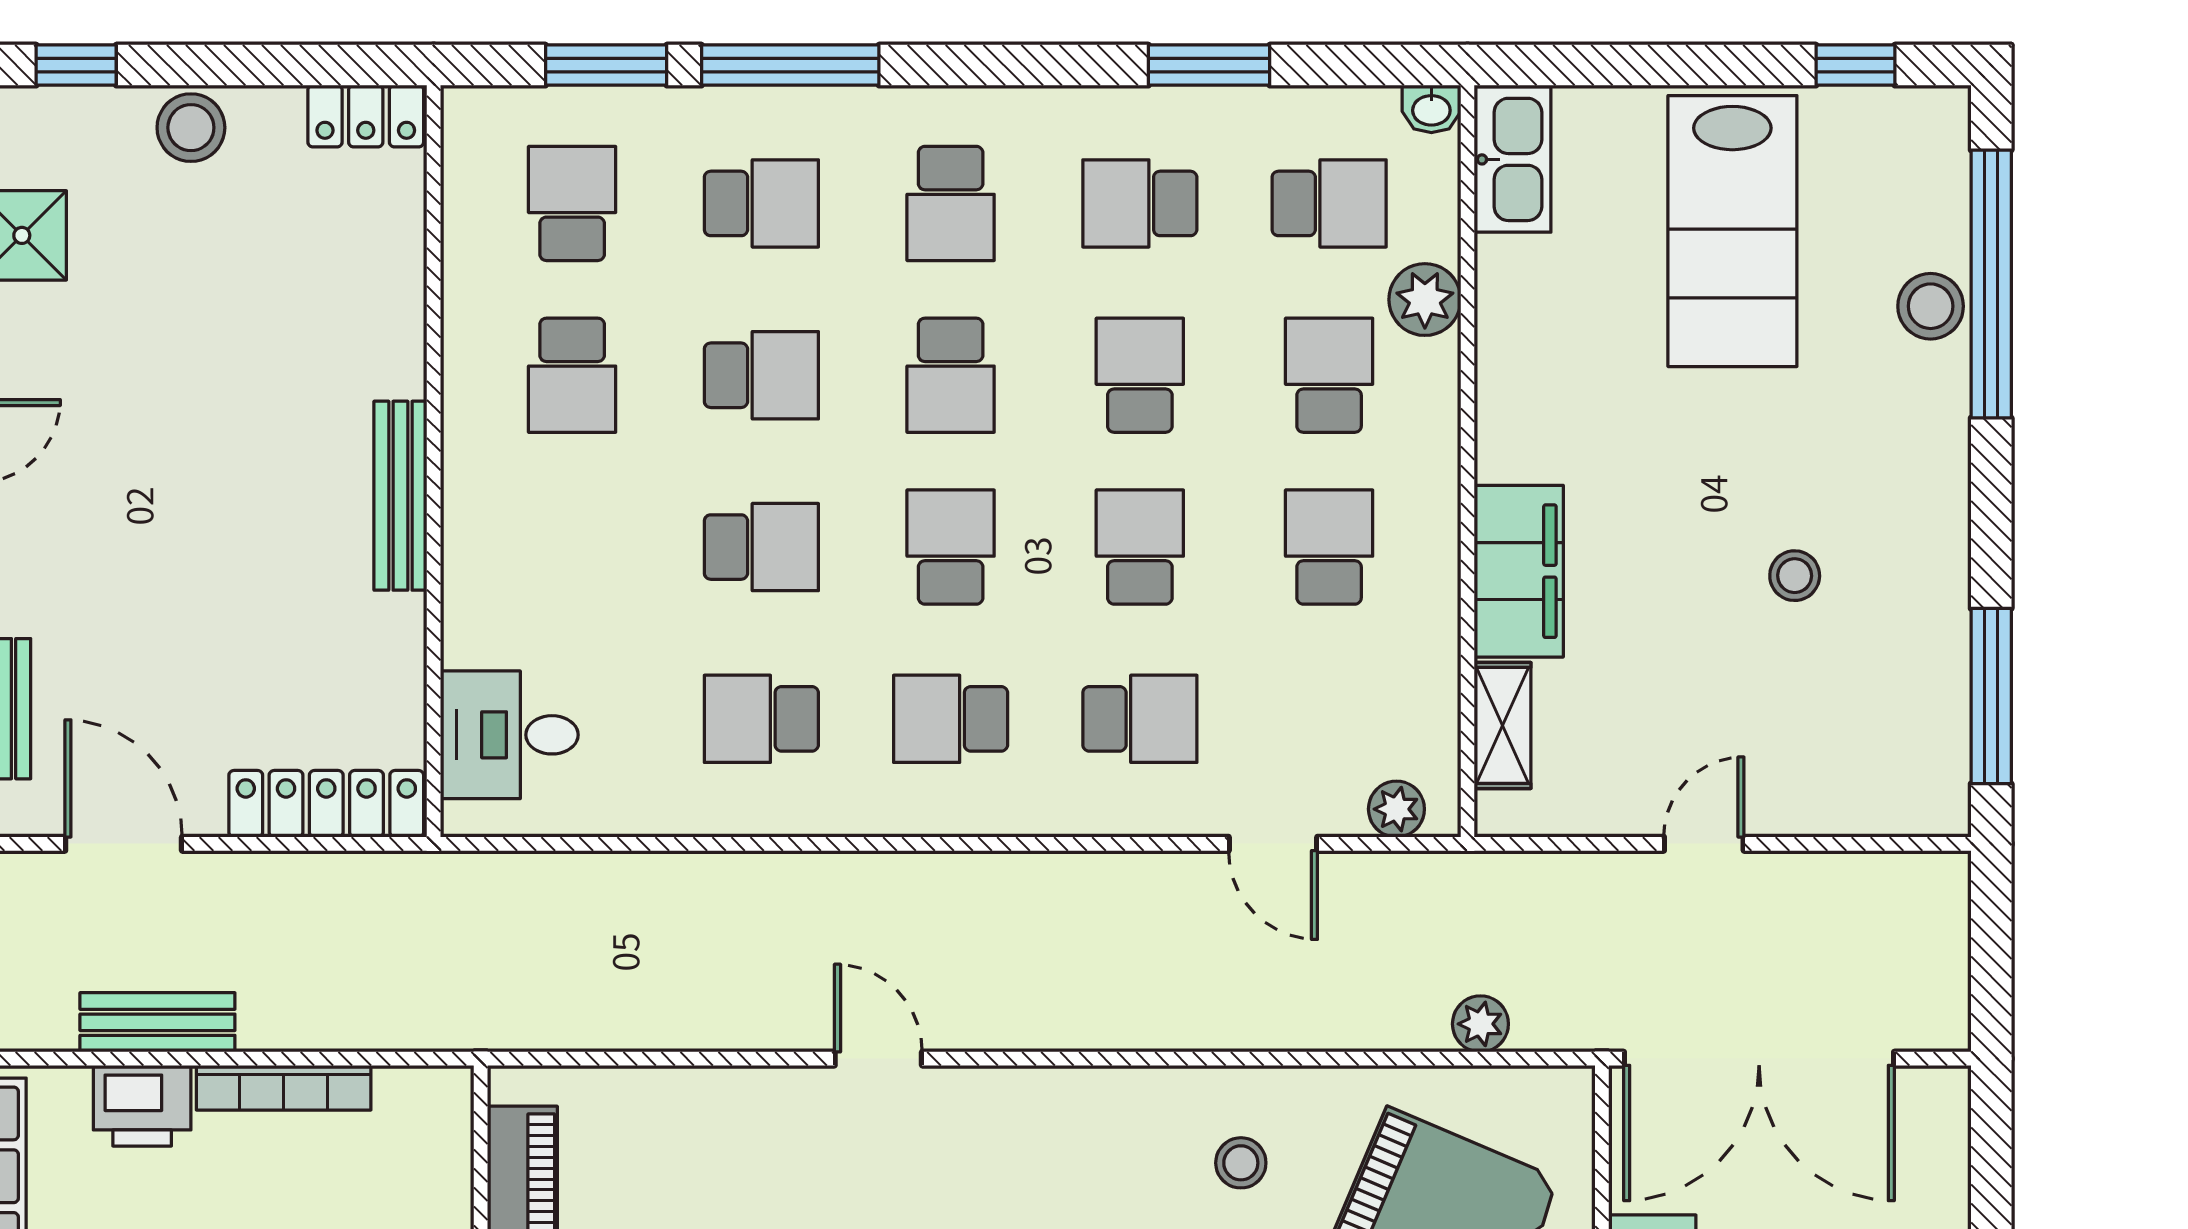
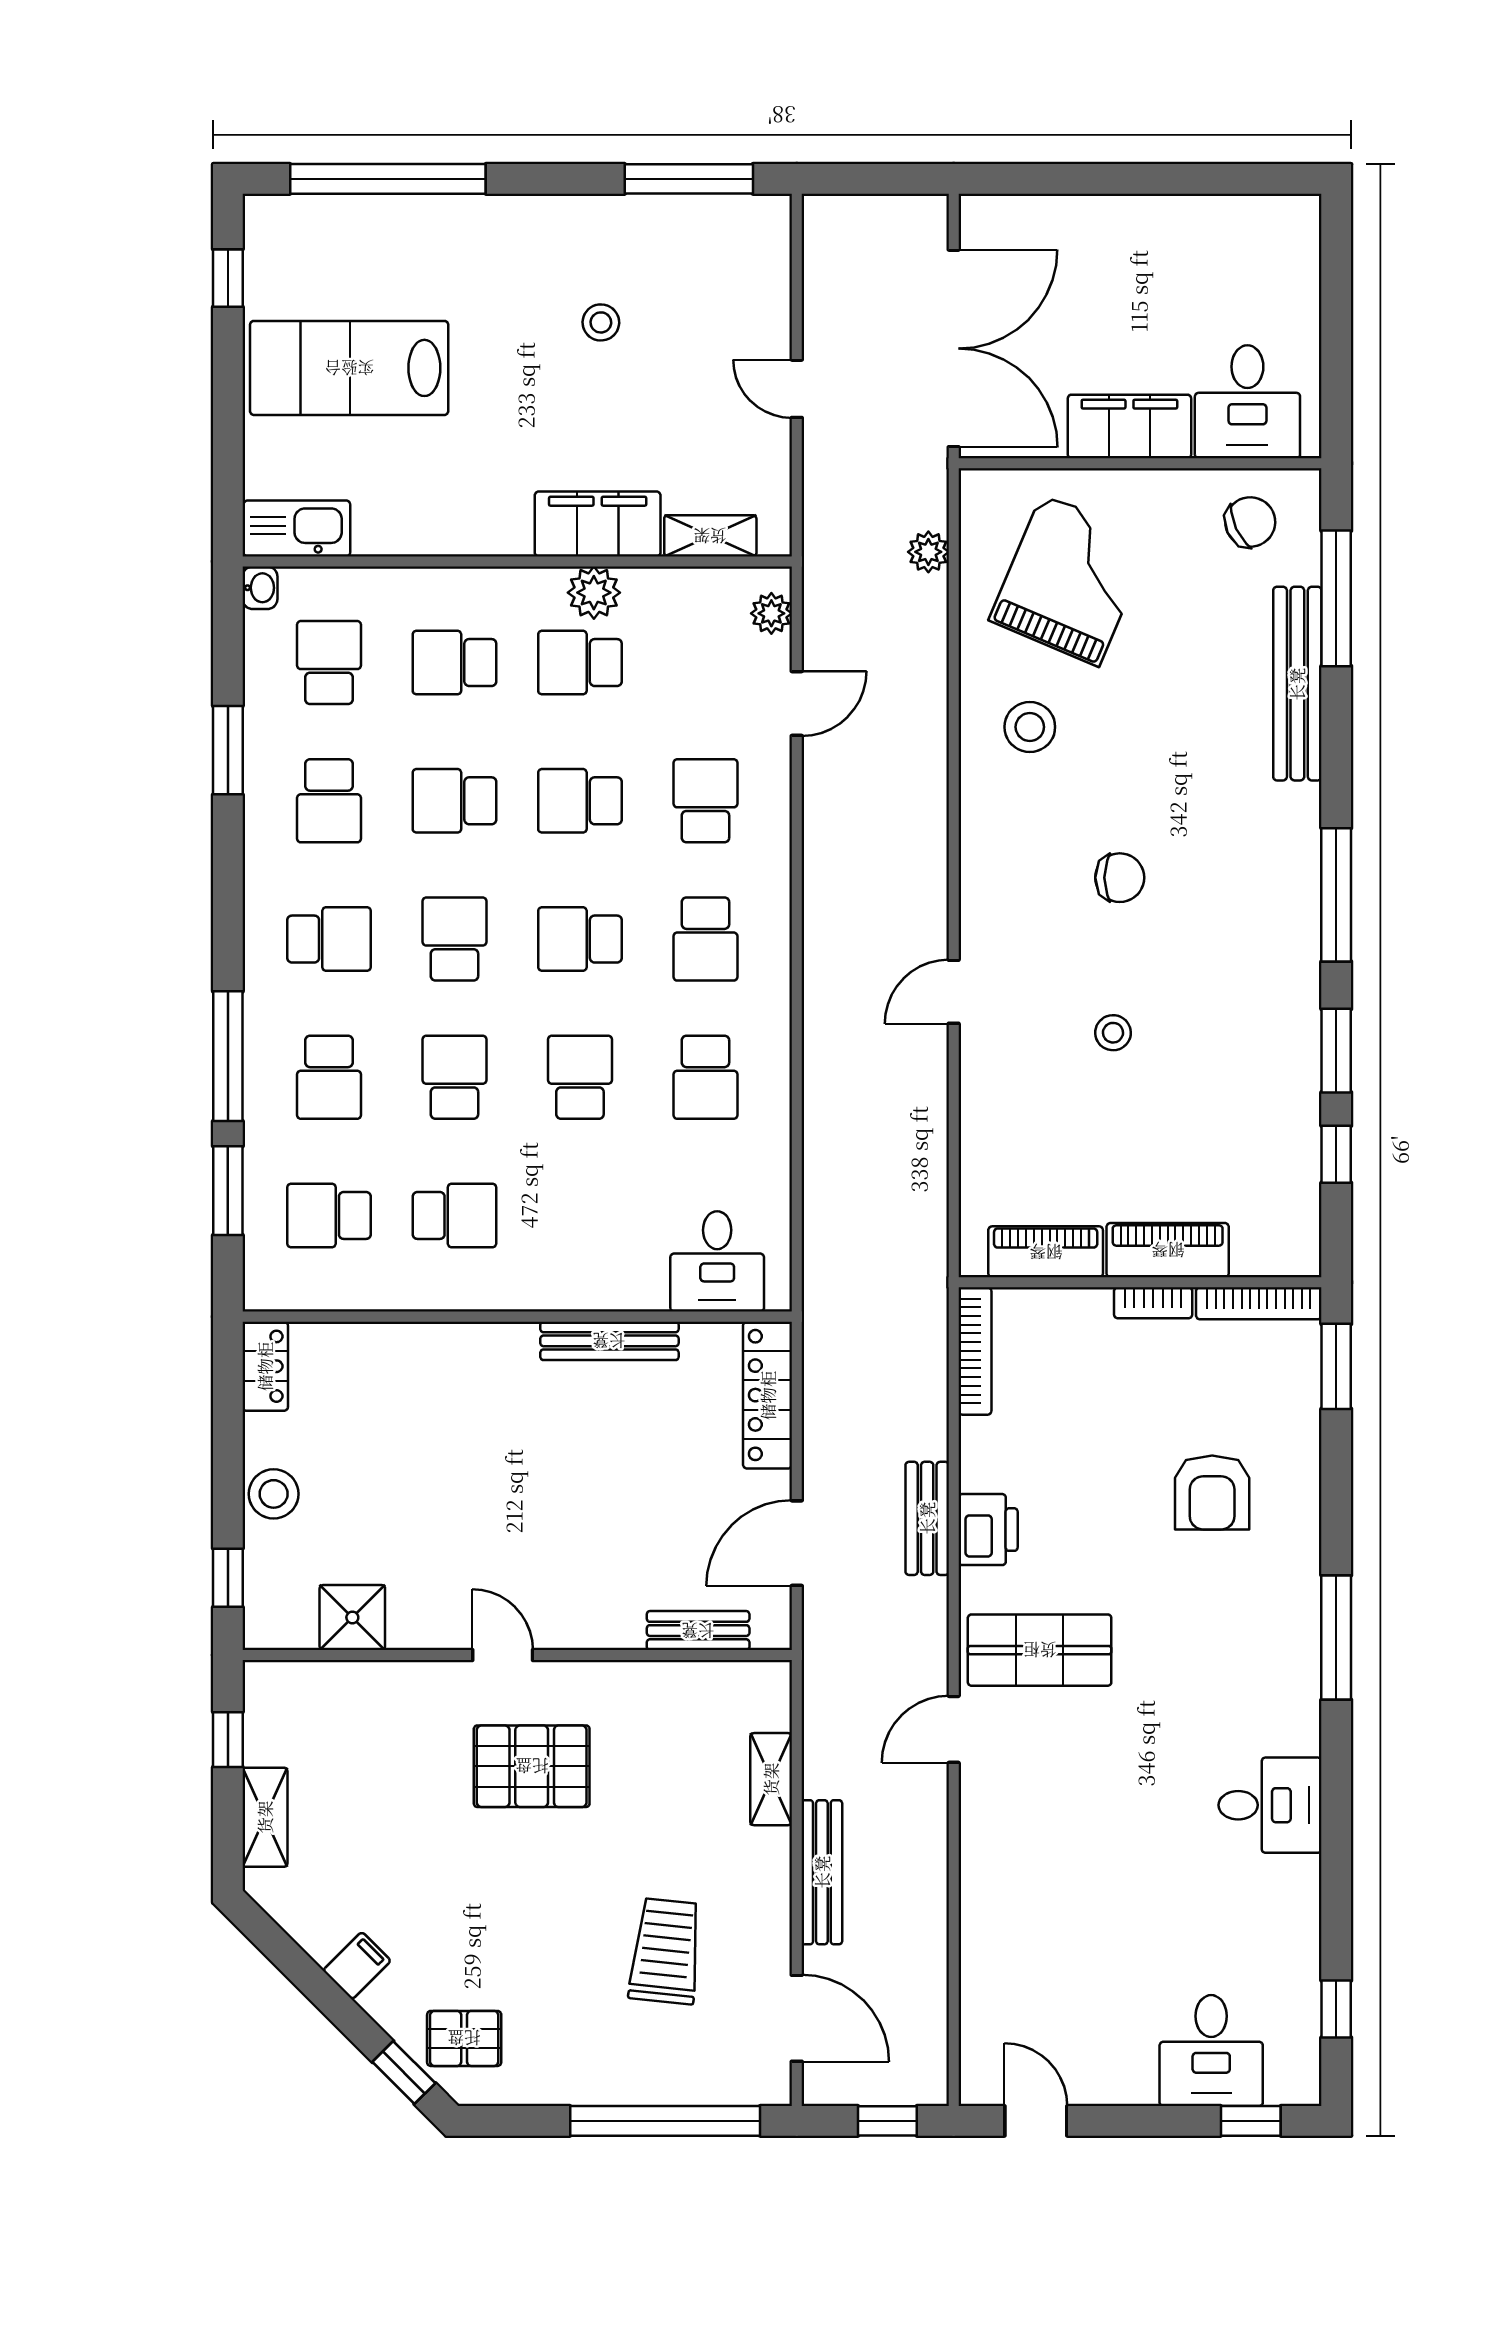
school desk: (761, 203) -> (329, 1077), turned 180
lab bench: (1732, 231) -> (349, 368), turned 180
plant: (1425, 300) -> (594, 593), moved
stool: (1931, 306) -> (404, 223), removed
school desk: (951, 375) -> (454, 939), turned -90
bench: (400, 496) -> (609, 1341), moved
bookcase: (284, 1088) -> (975, 1351), moved
stool: (1241, 1163) -> (1030, 727), width x1.37, depth x1.37

